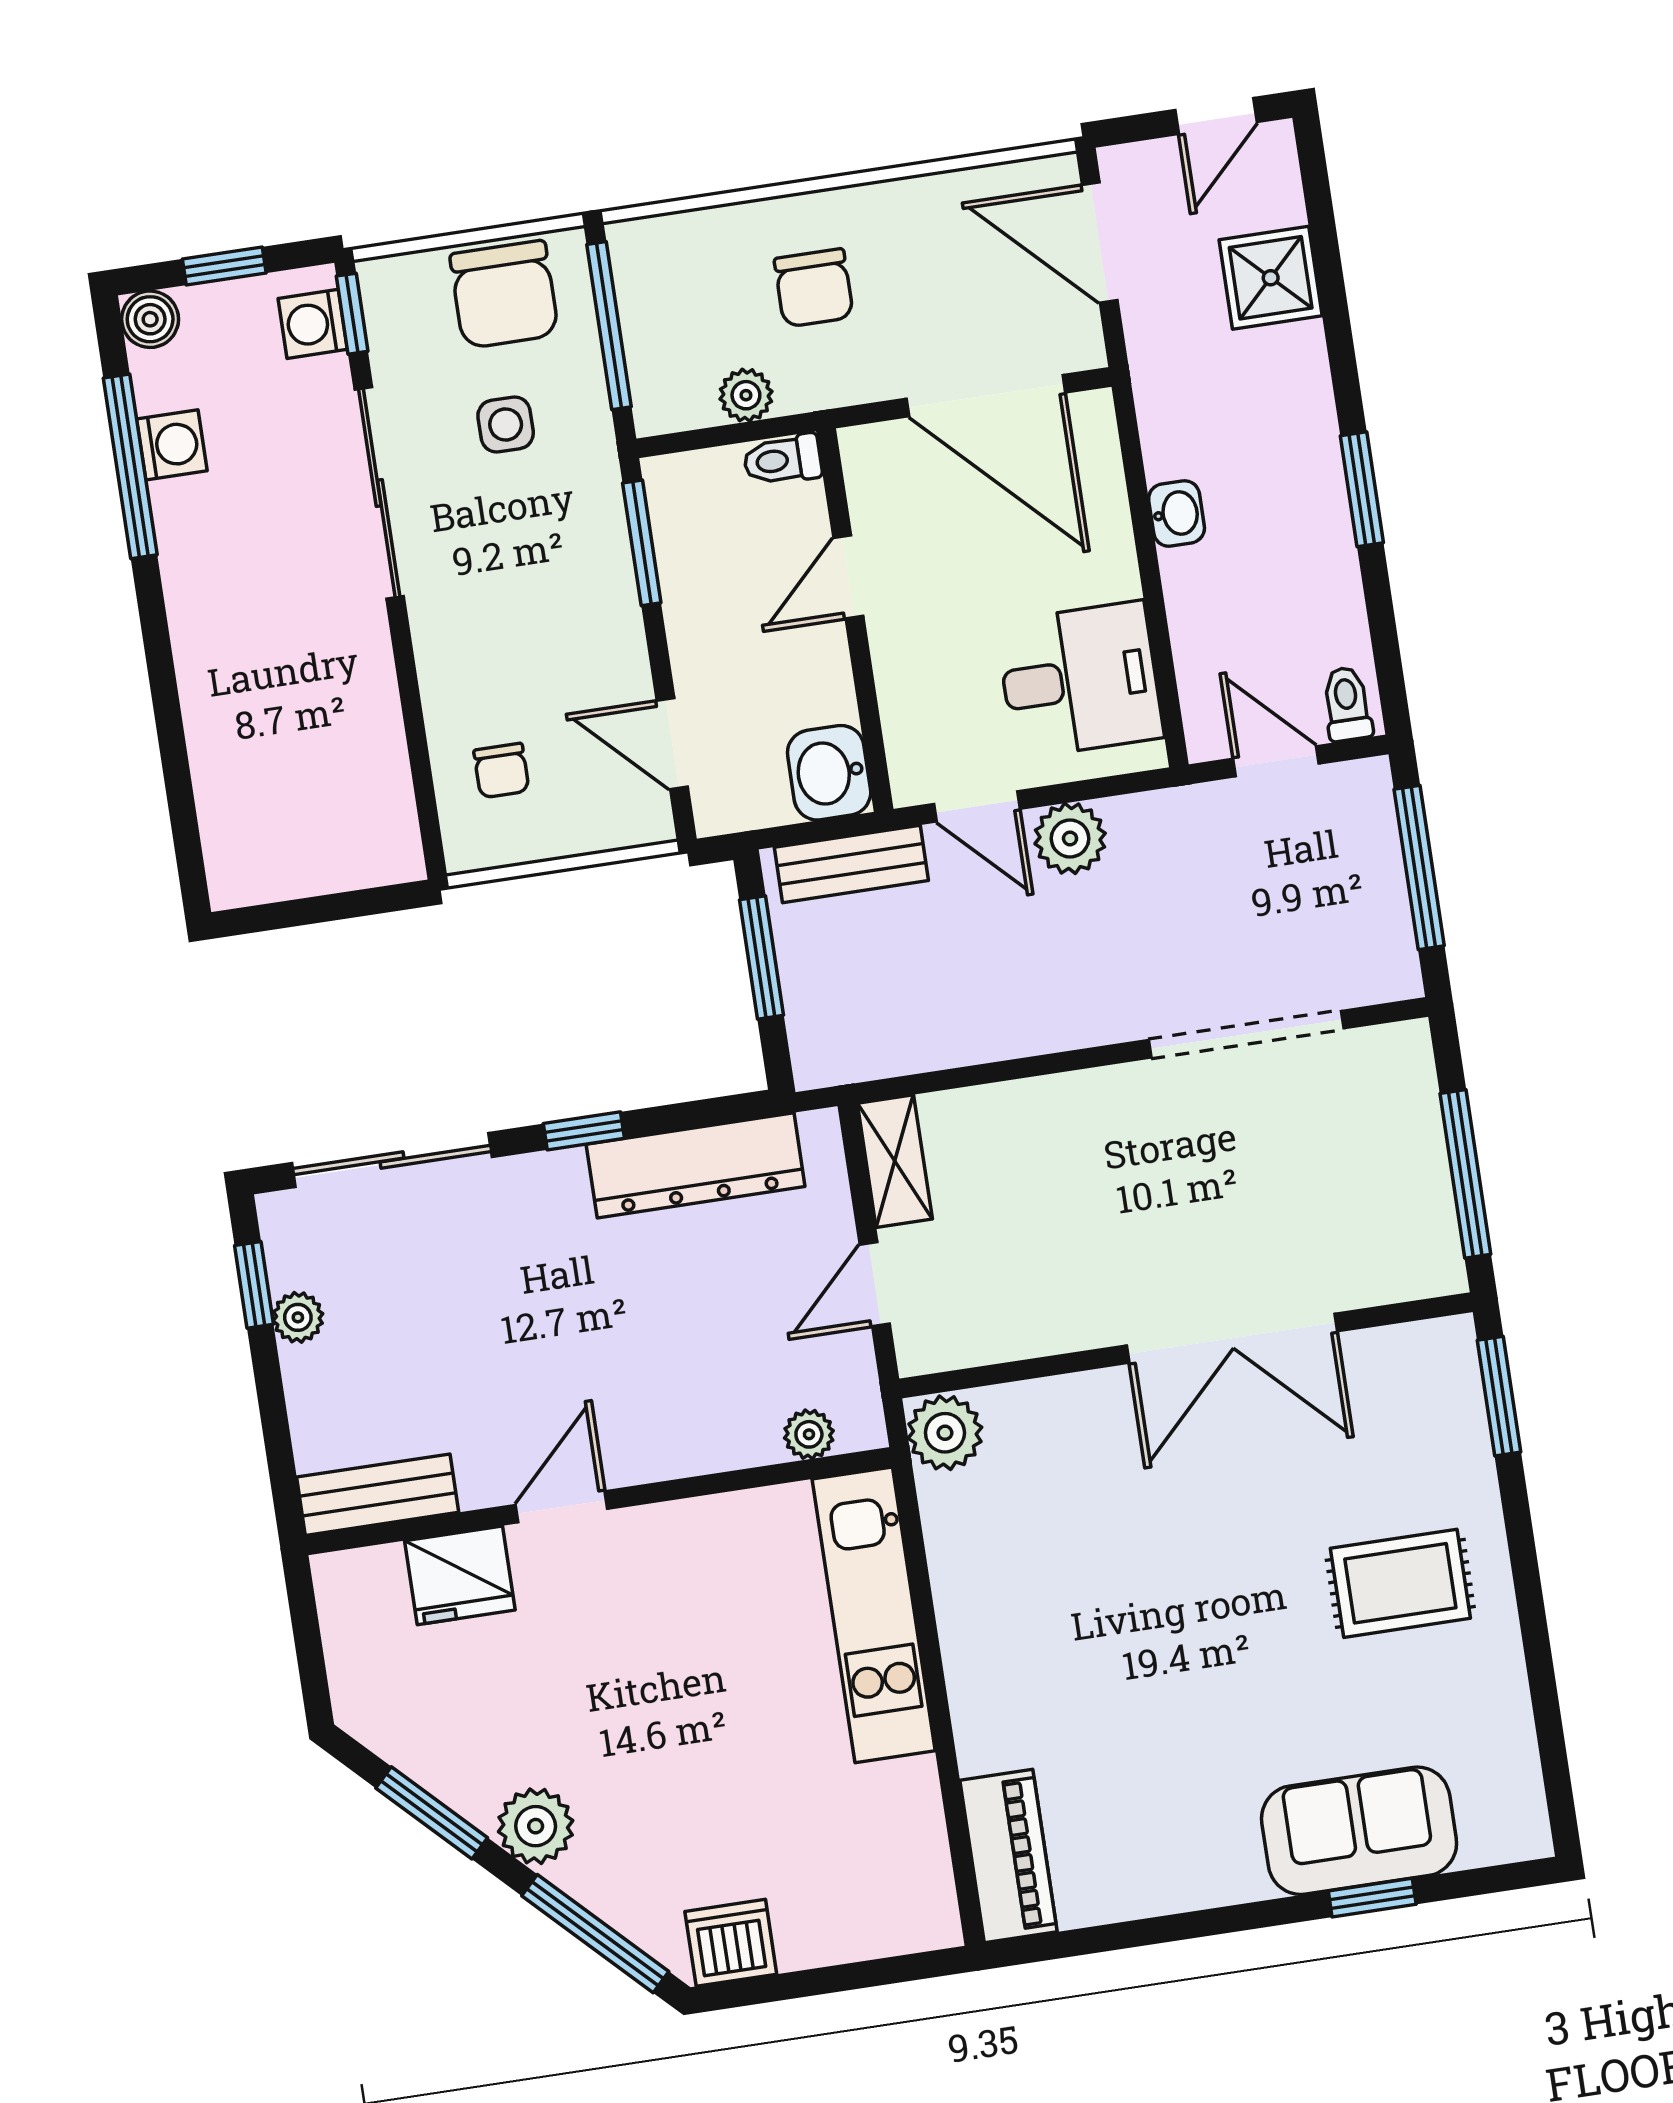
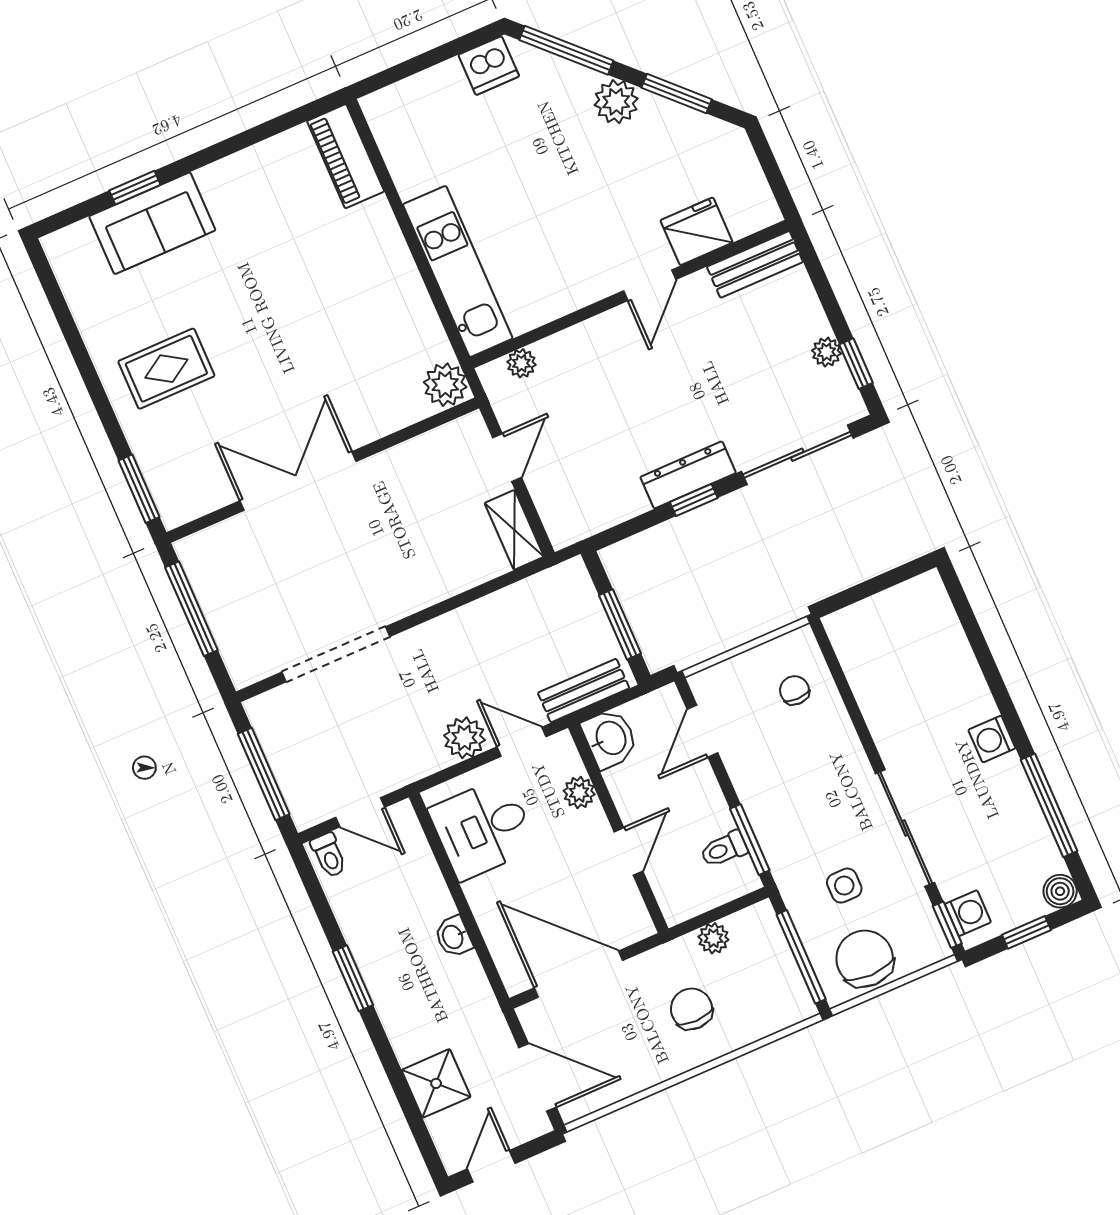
washing machine: (172, 445) -> (992, 739), moved
toilet: (783, 460) -> (724, 849), moved, turned 180
plant: (904, 697) -> (579, 793), added
door: (672, 744) -> (702, 731), swing flipped
dresser: (696, 1165) -> (688, 475), moved, width x0.73, depth x0.80

